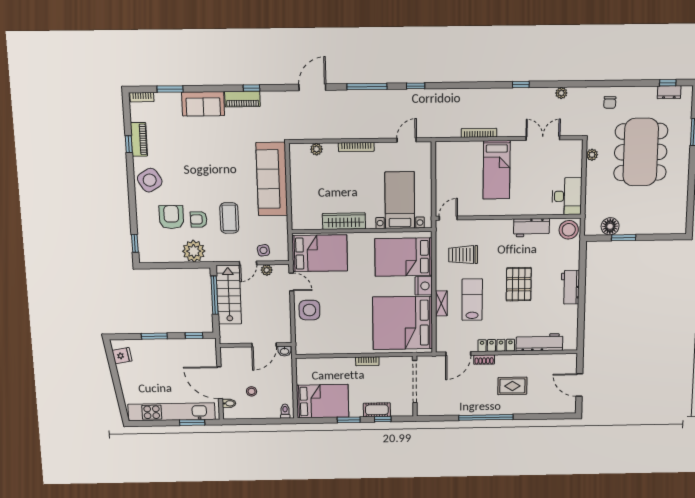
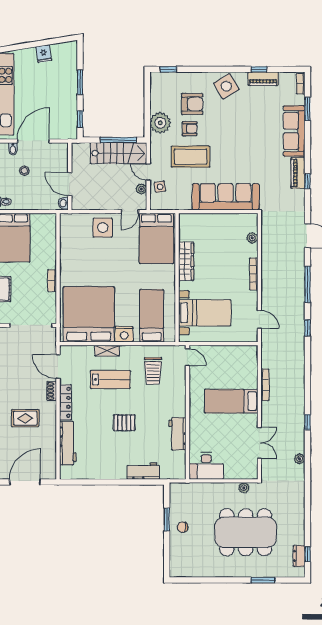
chair: (610, 102) -> (183, 527), moved
sofa: (203, 104) -> (294, 131), width x1.36
coffee table: (229, 218) -> (191, 157), width x1.36, depth x1.32
armchair: (199, 219) -> (190, 129), turned 91
floor lamp: (610, 226) -> (178, 506), removed
stool: (569, 230) -> (175, 468), removed
trolley: (463, 255) -> (153, 371), turned 180
bed: (404, 257) -> (152, 316), width x0.67
pallet: (519, 284) -> (124, 423), width x0.67, depth x0.71
workbench: (570, 287) -> (143, 471), moved
fridge: (122, 356) -> (44, 54), moved
door: (579, 385) -> (25, 482), width x1.36
rug: (512, 386) -> (25, 418), turned 90

